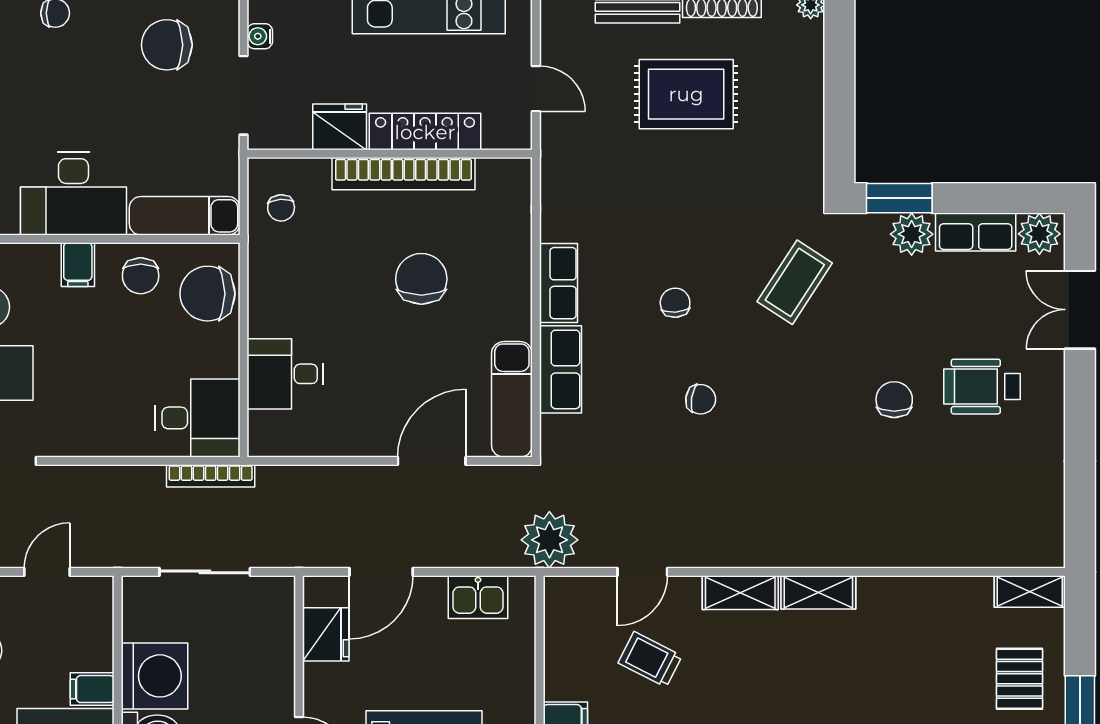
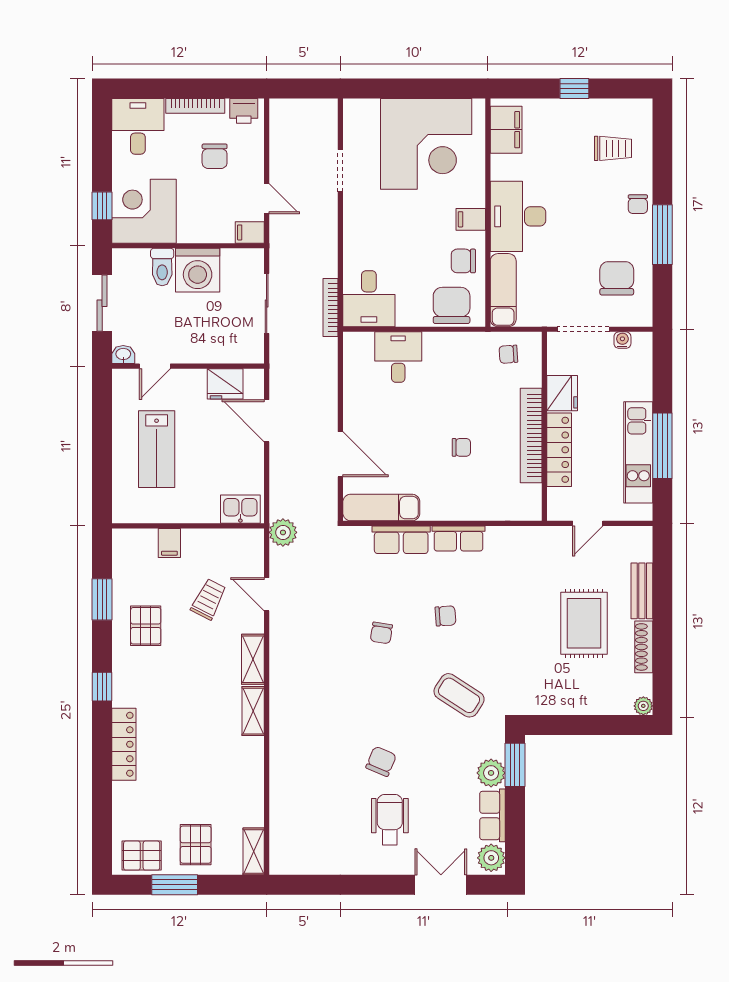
chair: (421, 279) -> (461, 447), width x0.54, depth x0.54
chair: (894, 400) -> (381, 761), turned -67
plant: (549, 540) -> (283, 532), width x0.73, depth x0.73
kitchen sink: (478, 597) -> (240, 509), moved, turned 90
pallet: (1020, 679) -> (196, 845), turned 90
filing cabinet: (92, 689) -> (250, 232), moved, turned -90

